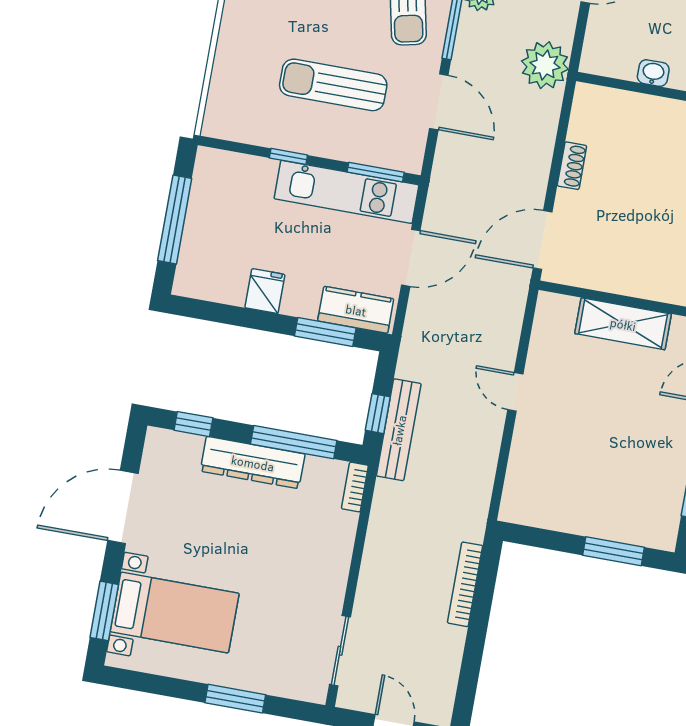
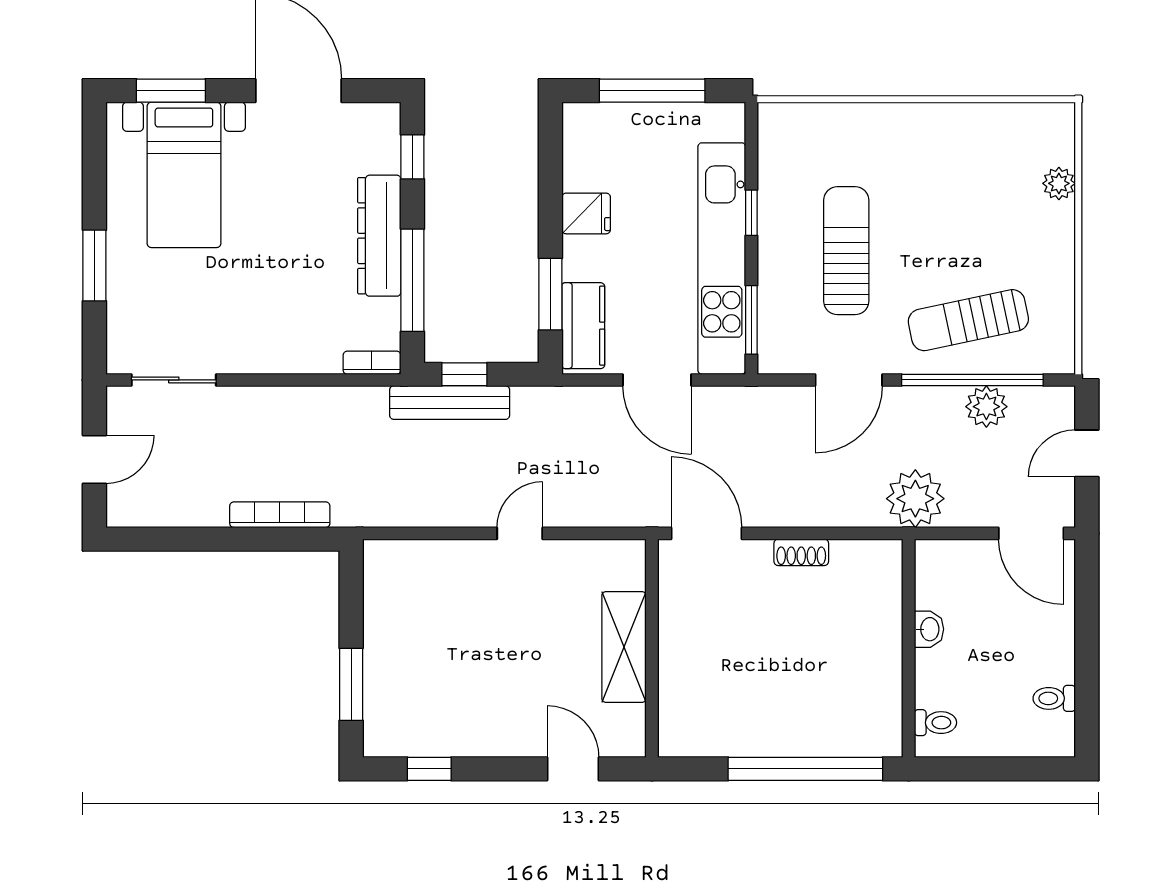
kitchen unit: (346, 192) -> (722, 259), width x1.36

